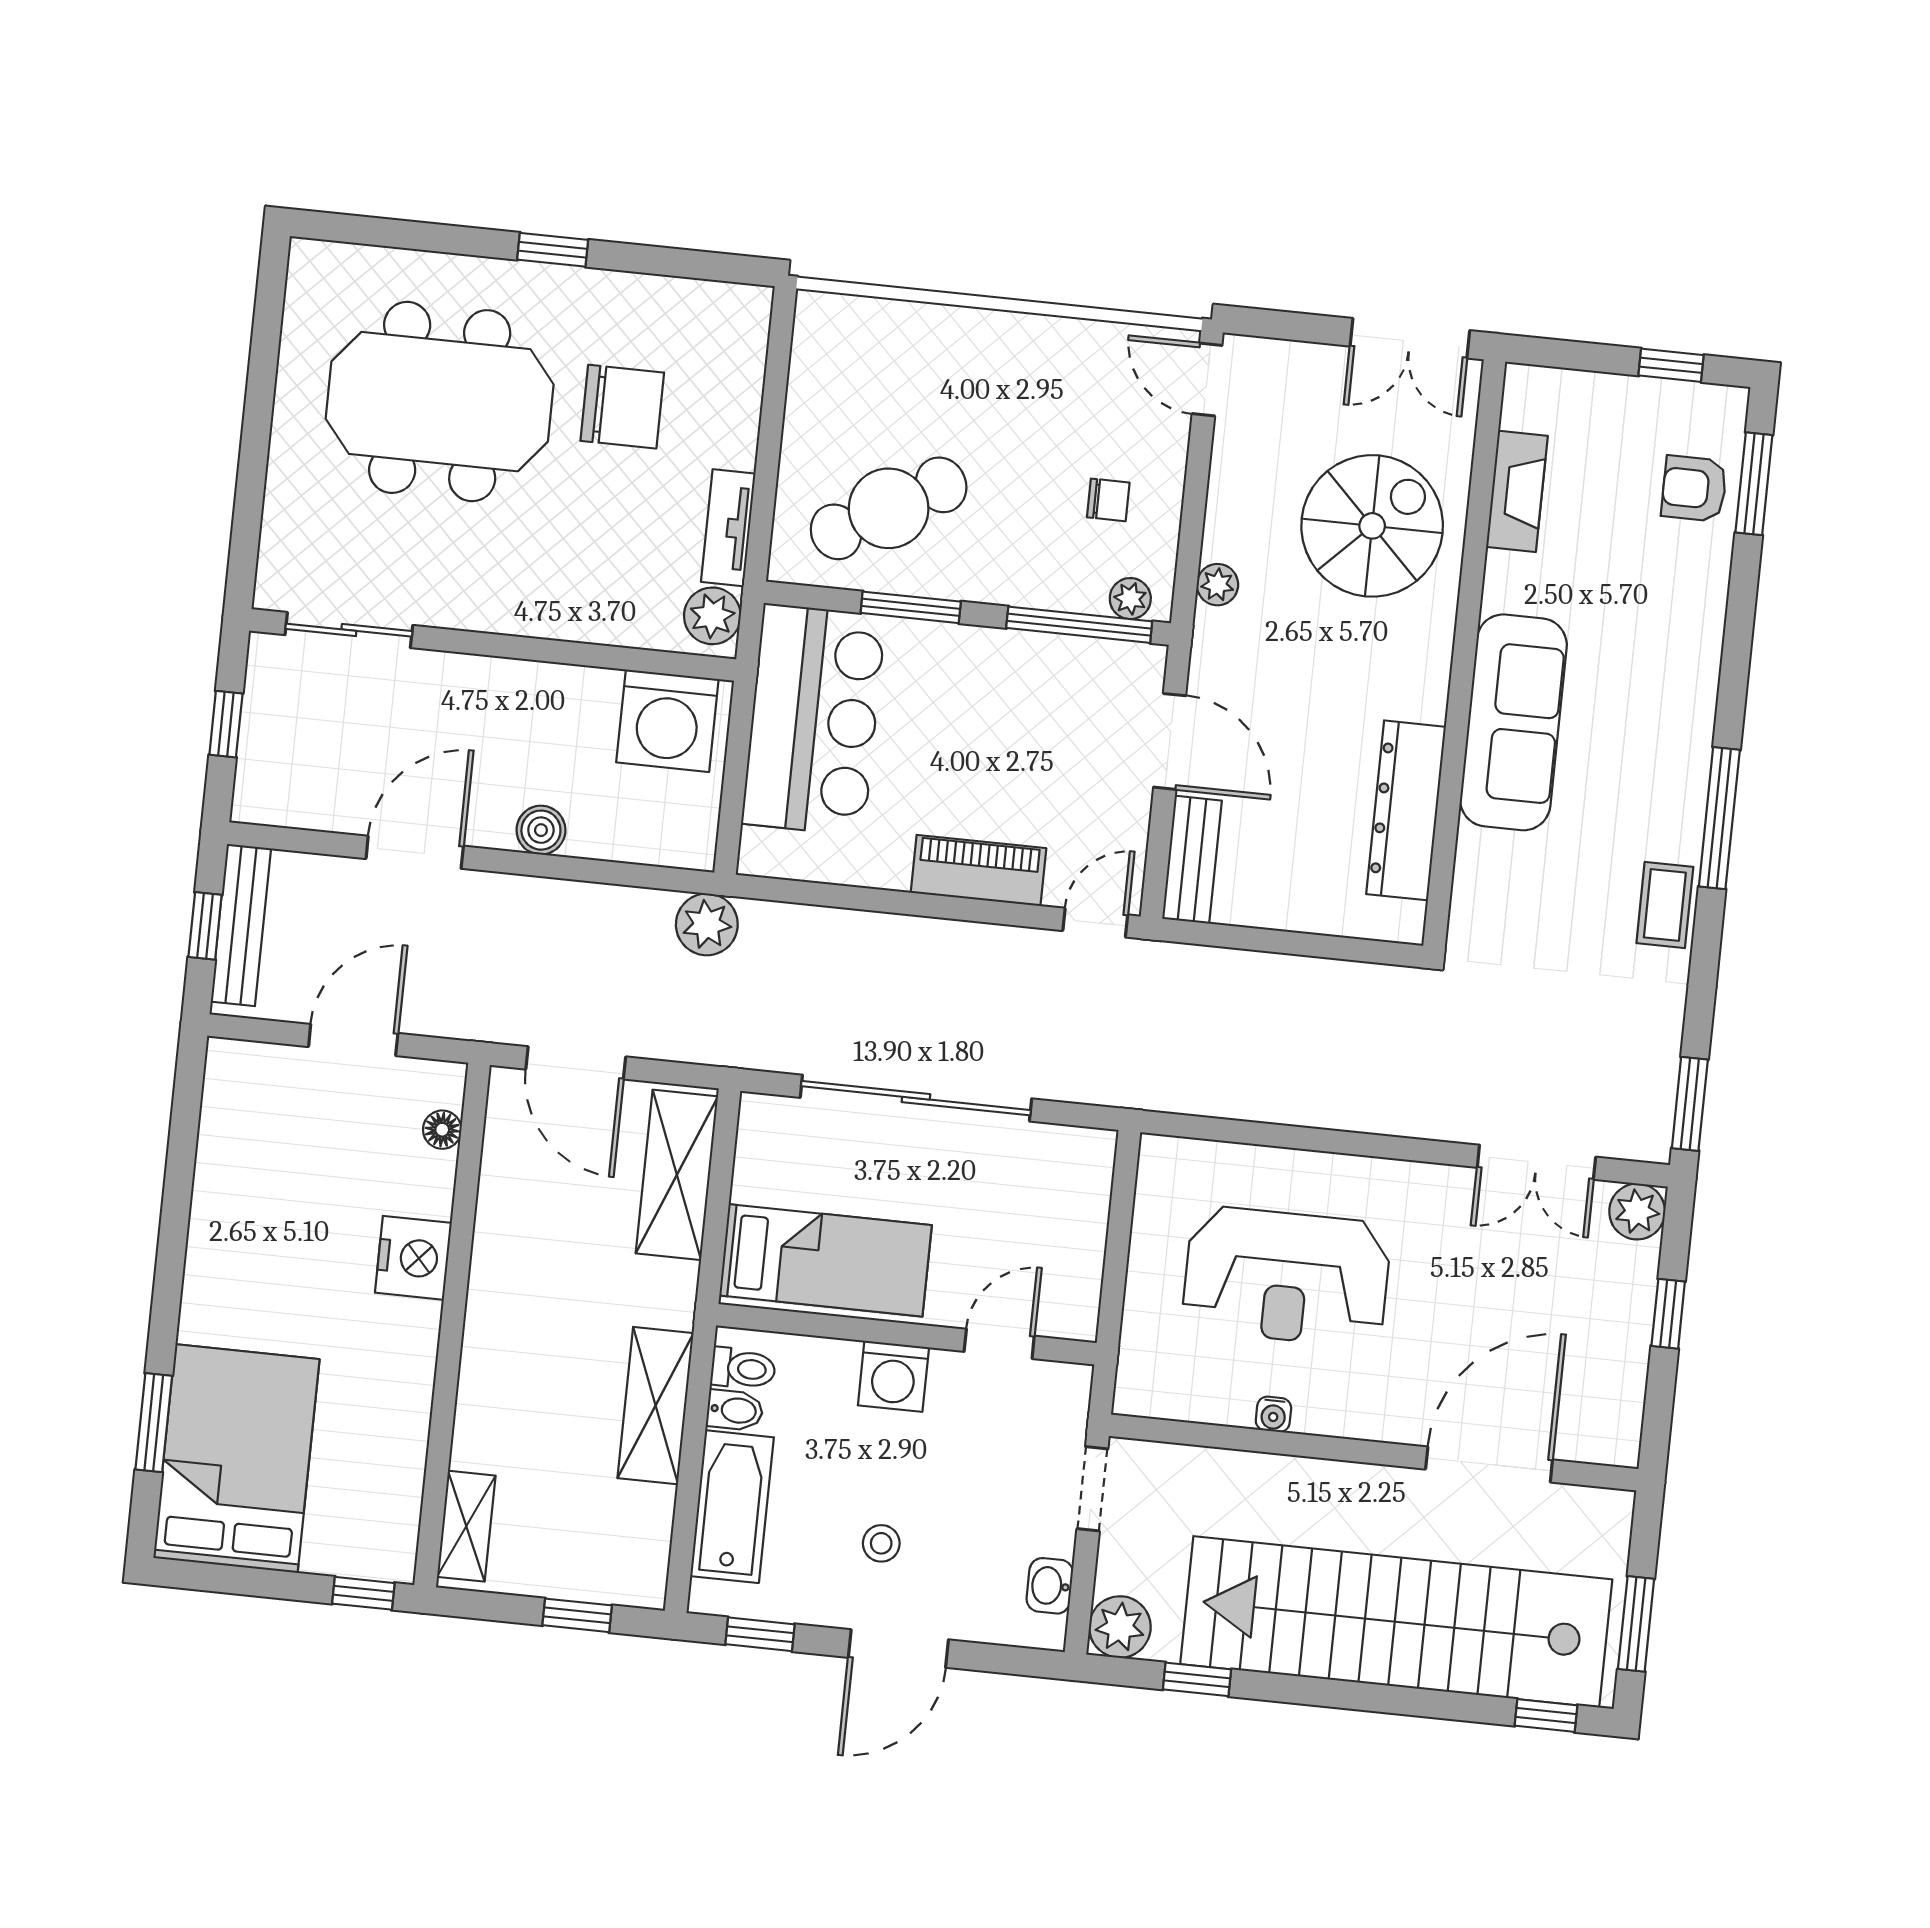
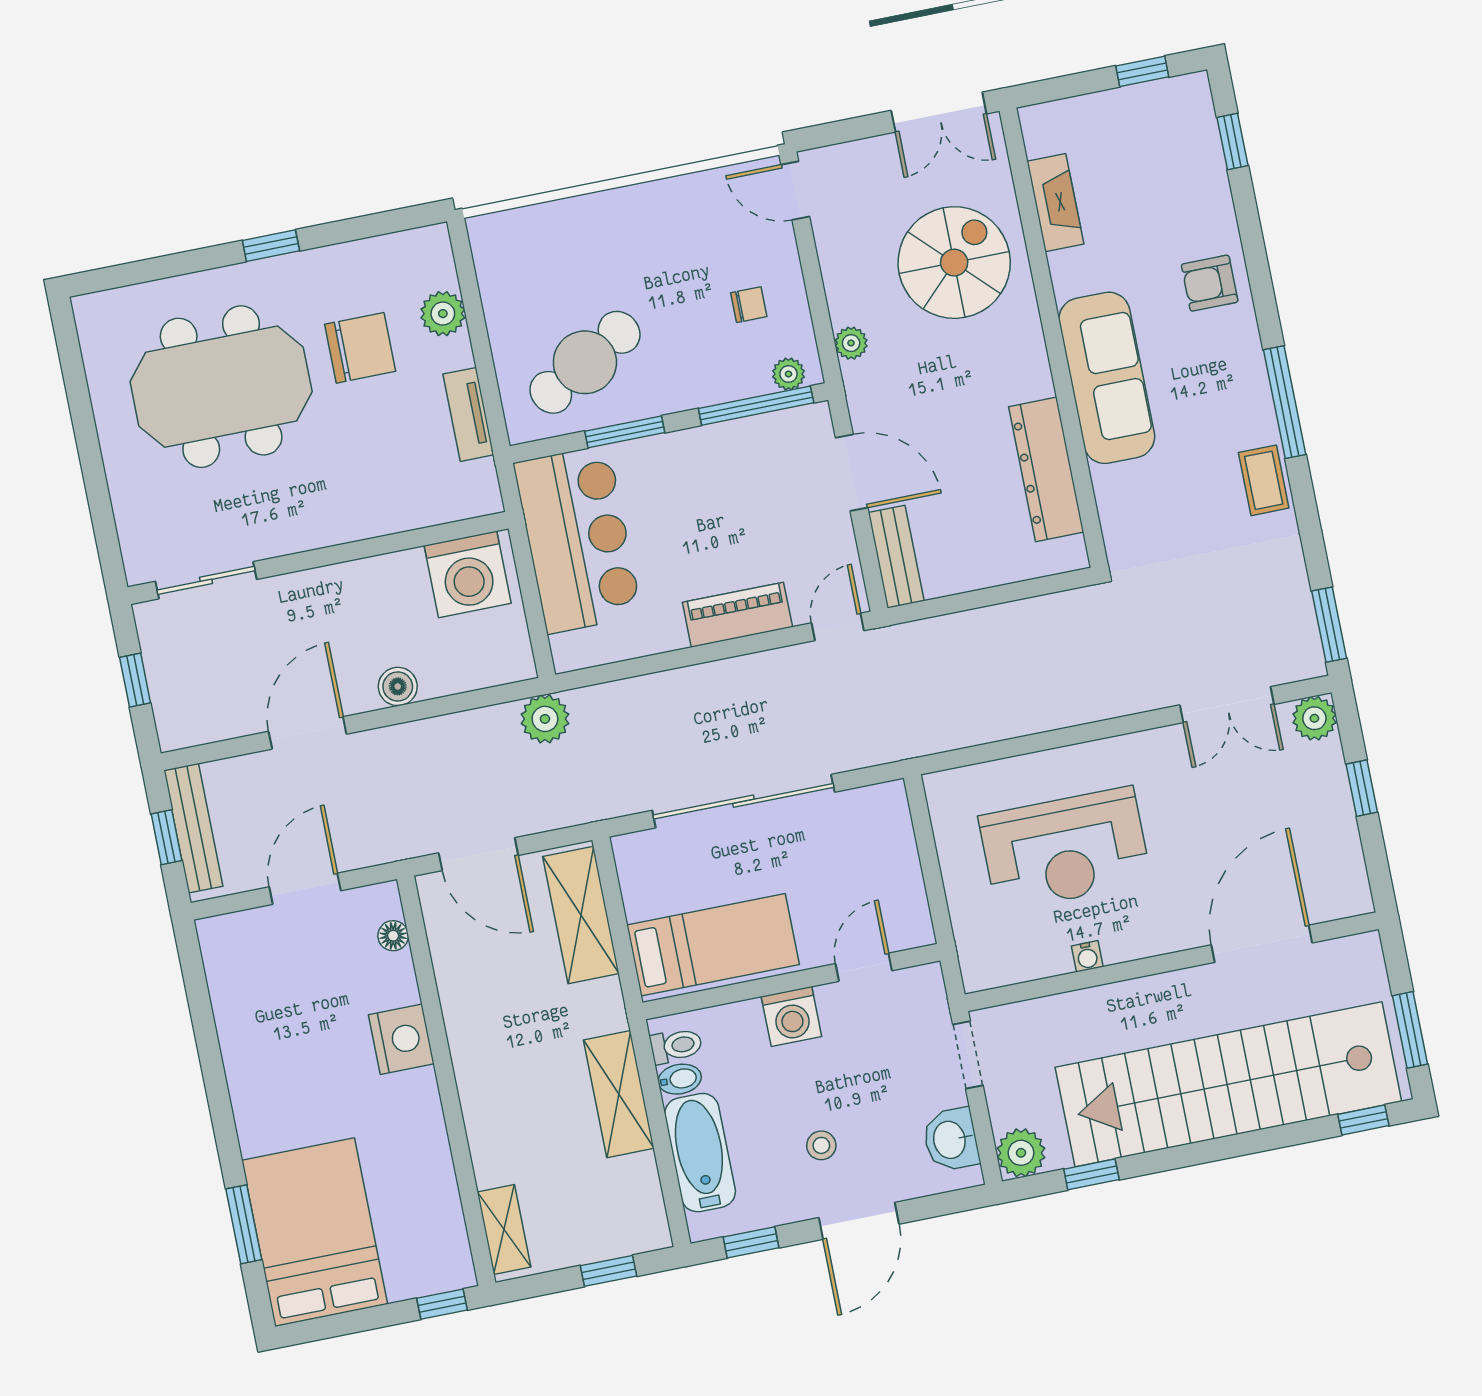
window: (1754, 484) -> (1232, 141), width x0.67
armchair: (1694, 489) -> (1210, 283), moved
plant: (712, 616) -> (443, 314), moved
washbasin: (1050, 1586) -> (951, 1140), width x1.38, depth x1.45

